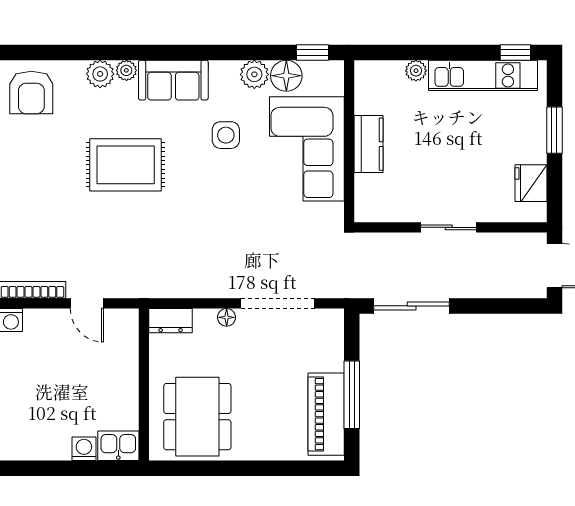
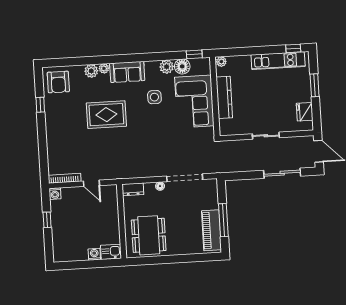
plant: (416, 71) -> (221, 62), moved
kitchen counter: (369, 144) -> (224, 97), width x1.50
sliding door: (412, 306) -> (282, 173), moved

